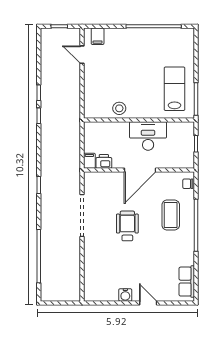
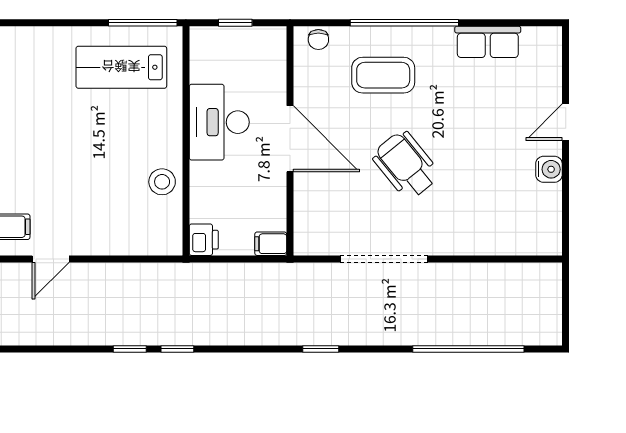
printer: (104, 161) -> (204, 240), moved, turned 180
wheelchair: (127, 226) -> (406, 165), turned 51
row of seats: (187, 282) -> (488, 42), moved

